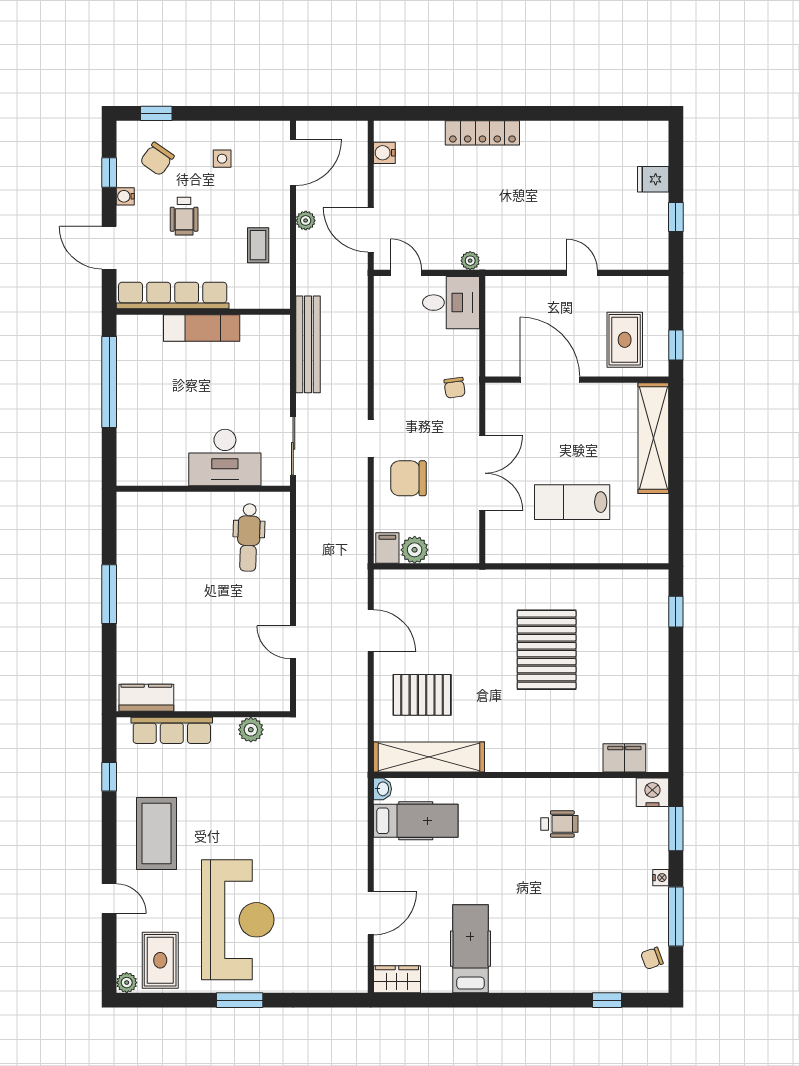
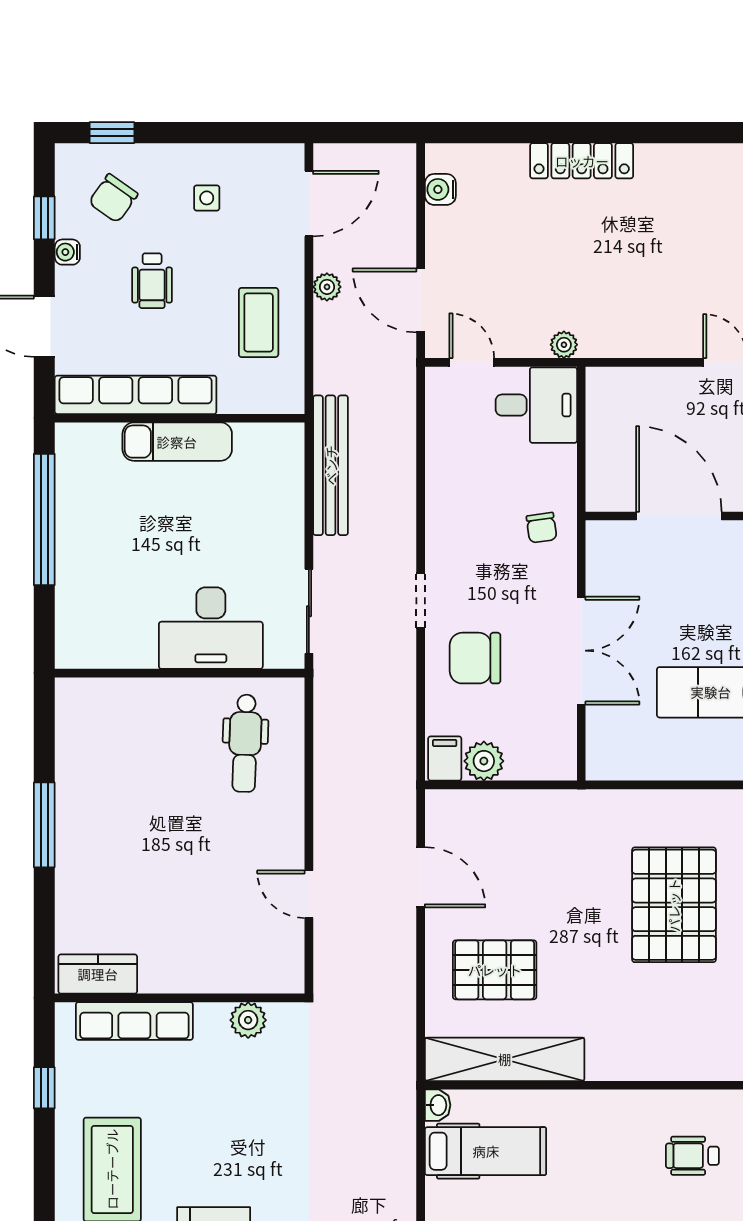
coffee table: (258, 245) -> (259, 322), width x1.36, depth x1.30
wheelchair: (559, 824) -> (692, 1156), turned 180

